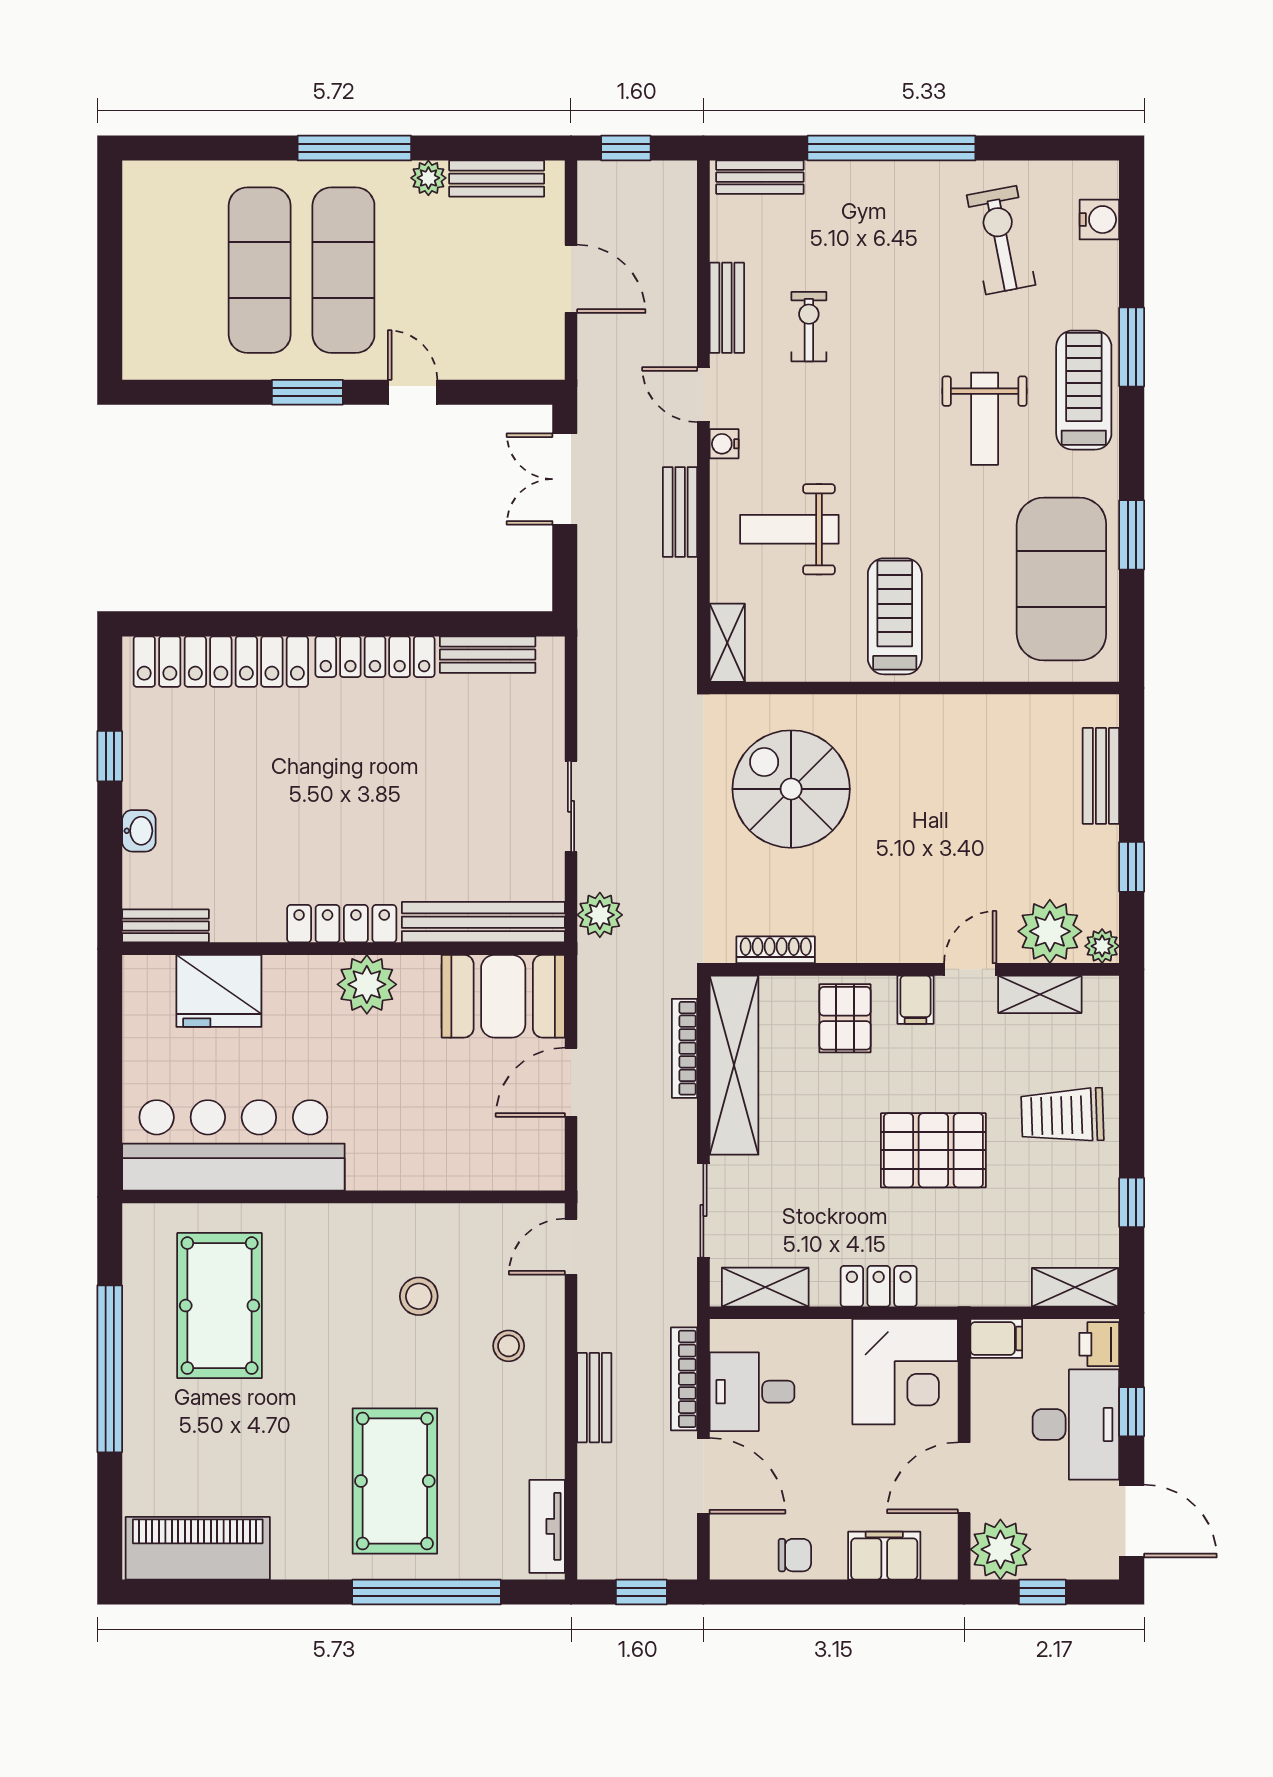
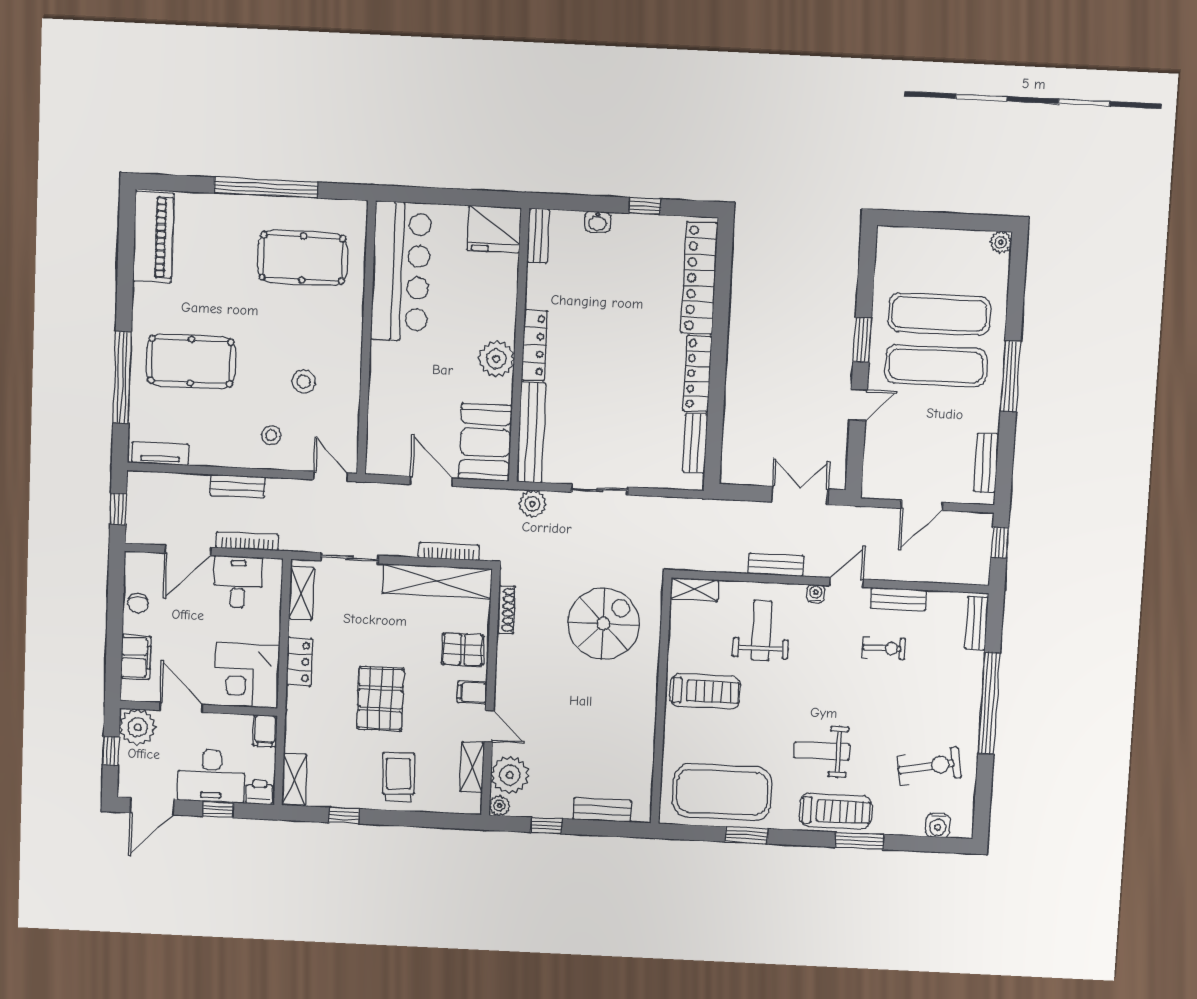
plant: (428, 178) -> (1001, 242), moved
fridge: (219, 991) -> (494, 229), moved, turned -90

